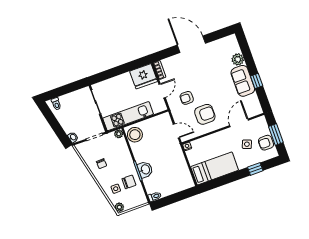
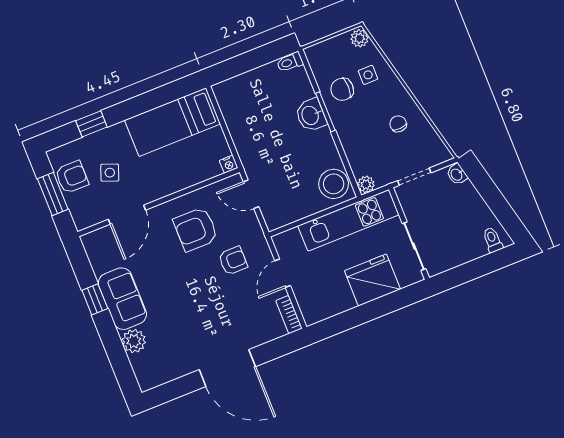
fridge: (144, 76) -> (372, 280), moved

